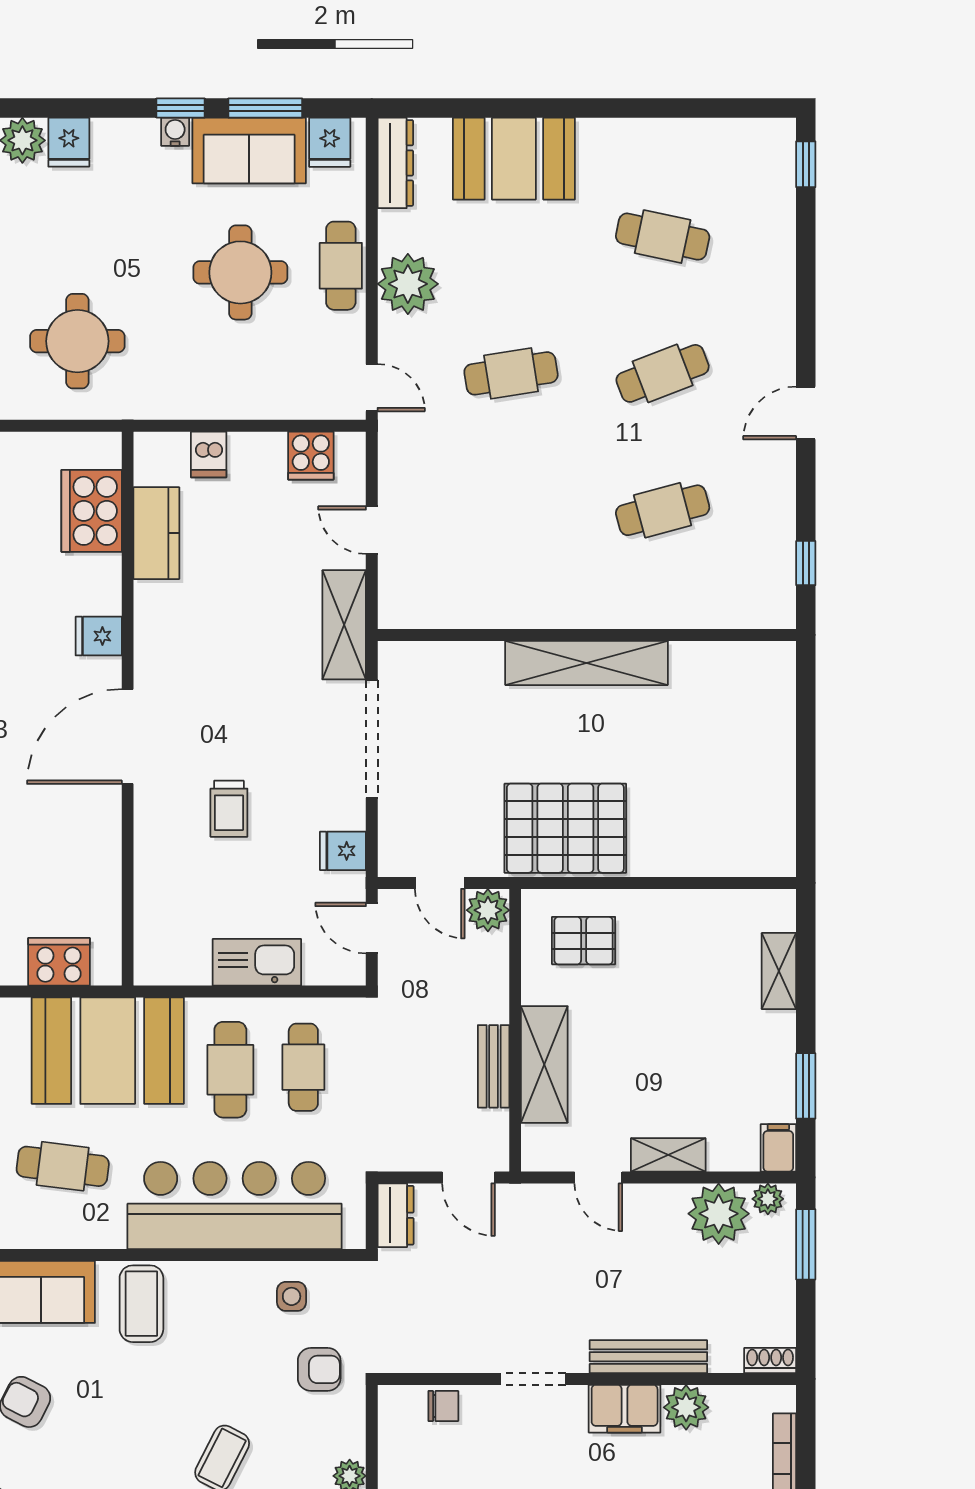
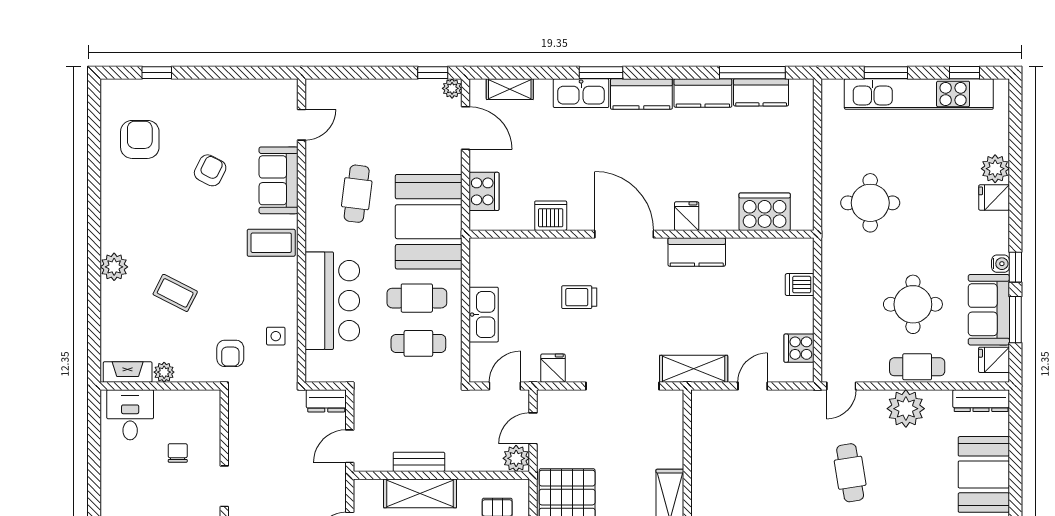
kitchen counter: (156, 533) -> (697, 252), moved
dishwasher: (98, 855) -> (551, 216), added
bar counter: (235, 1205) -> (332, 301), width x0.73
chair: (443, 1406) -> (178, 453), moved, turned 180

